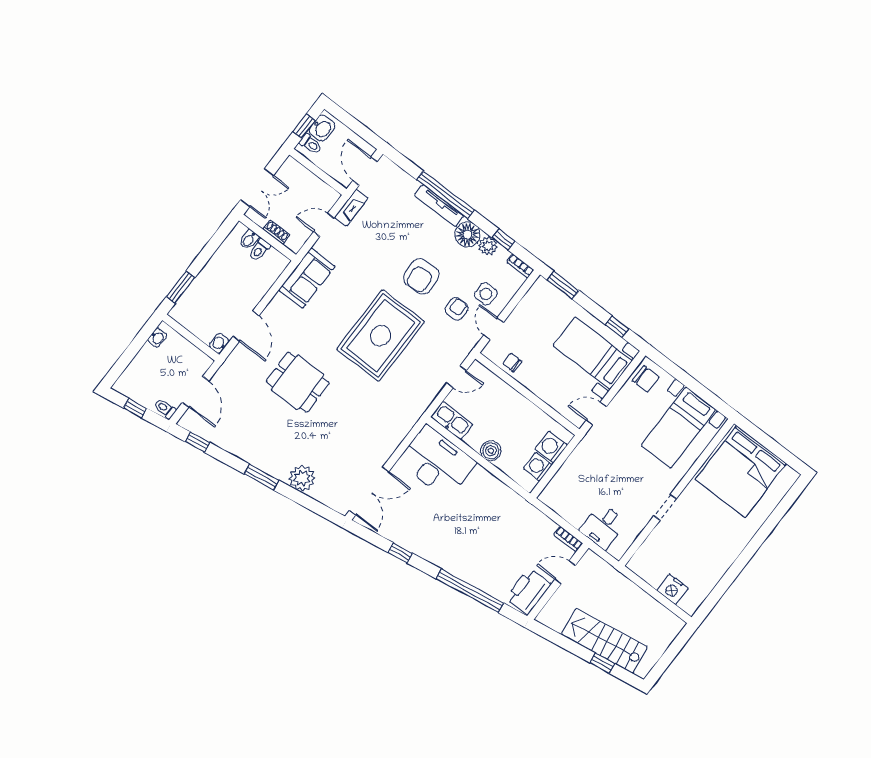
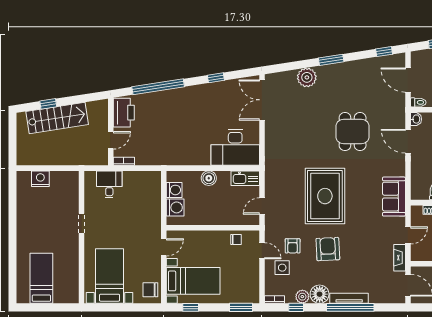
dining table: (298, 382) -> (353, 132), turned 90
toilet: (165, 409) -> (418, 102), moved
bed: (741, 471) -> (41, 278), width x0.49

